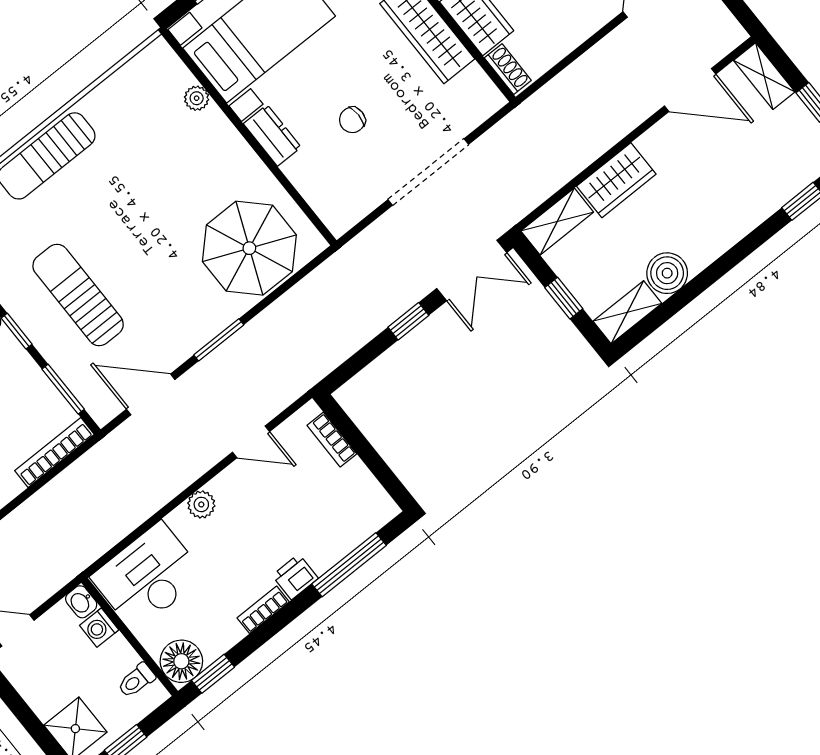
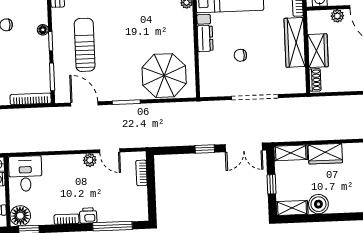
plant: (201, 504) -> (90, 160), moved
desk: (148, 576) -> (25, 174), width x0.73

